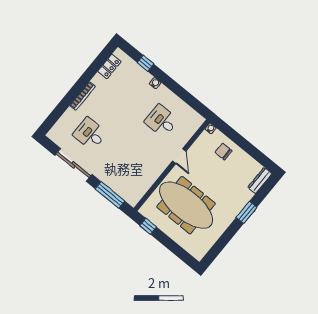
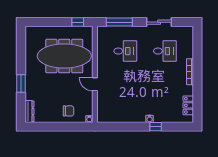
window: (146, 63) -> (156, 127), moved
desk: (161, 121) -> (125, 51), moved
sliding door: (73, 165) -> (159, 22), width x0.73

